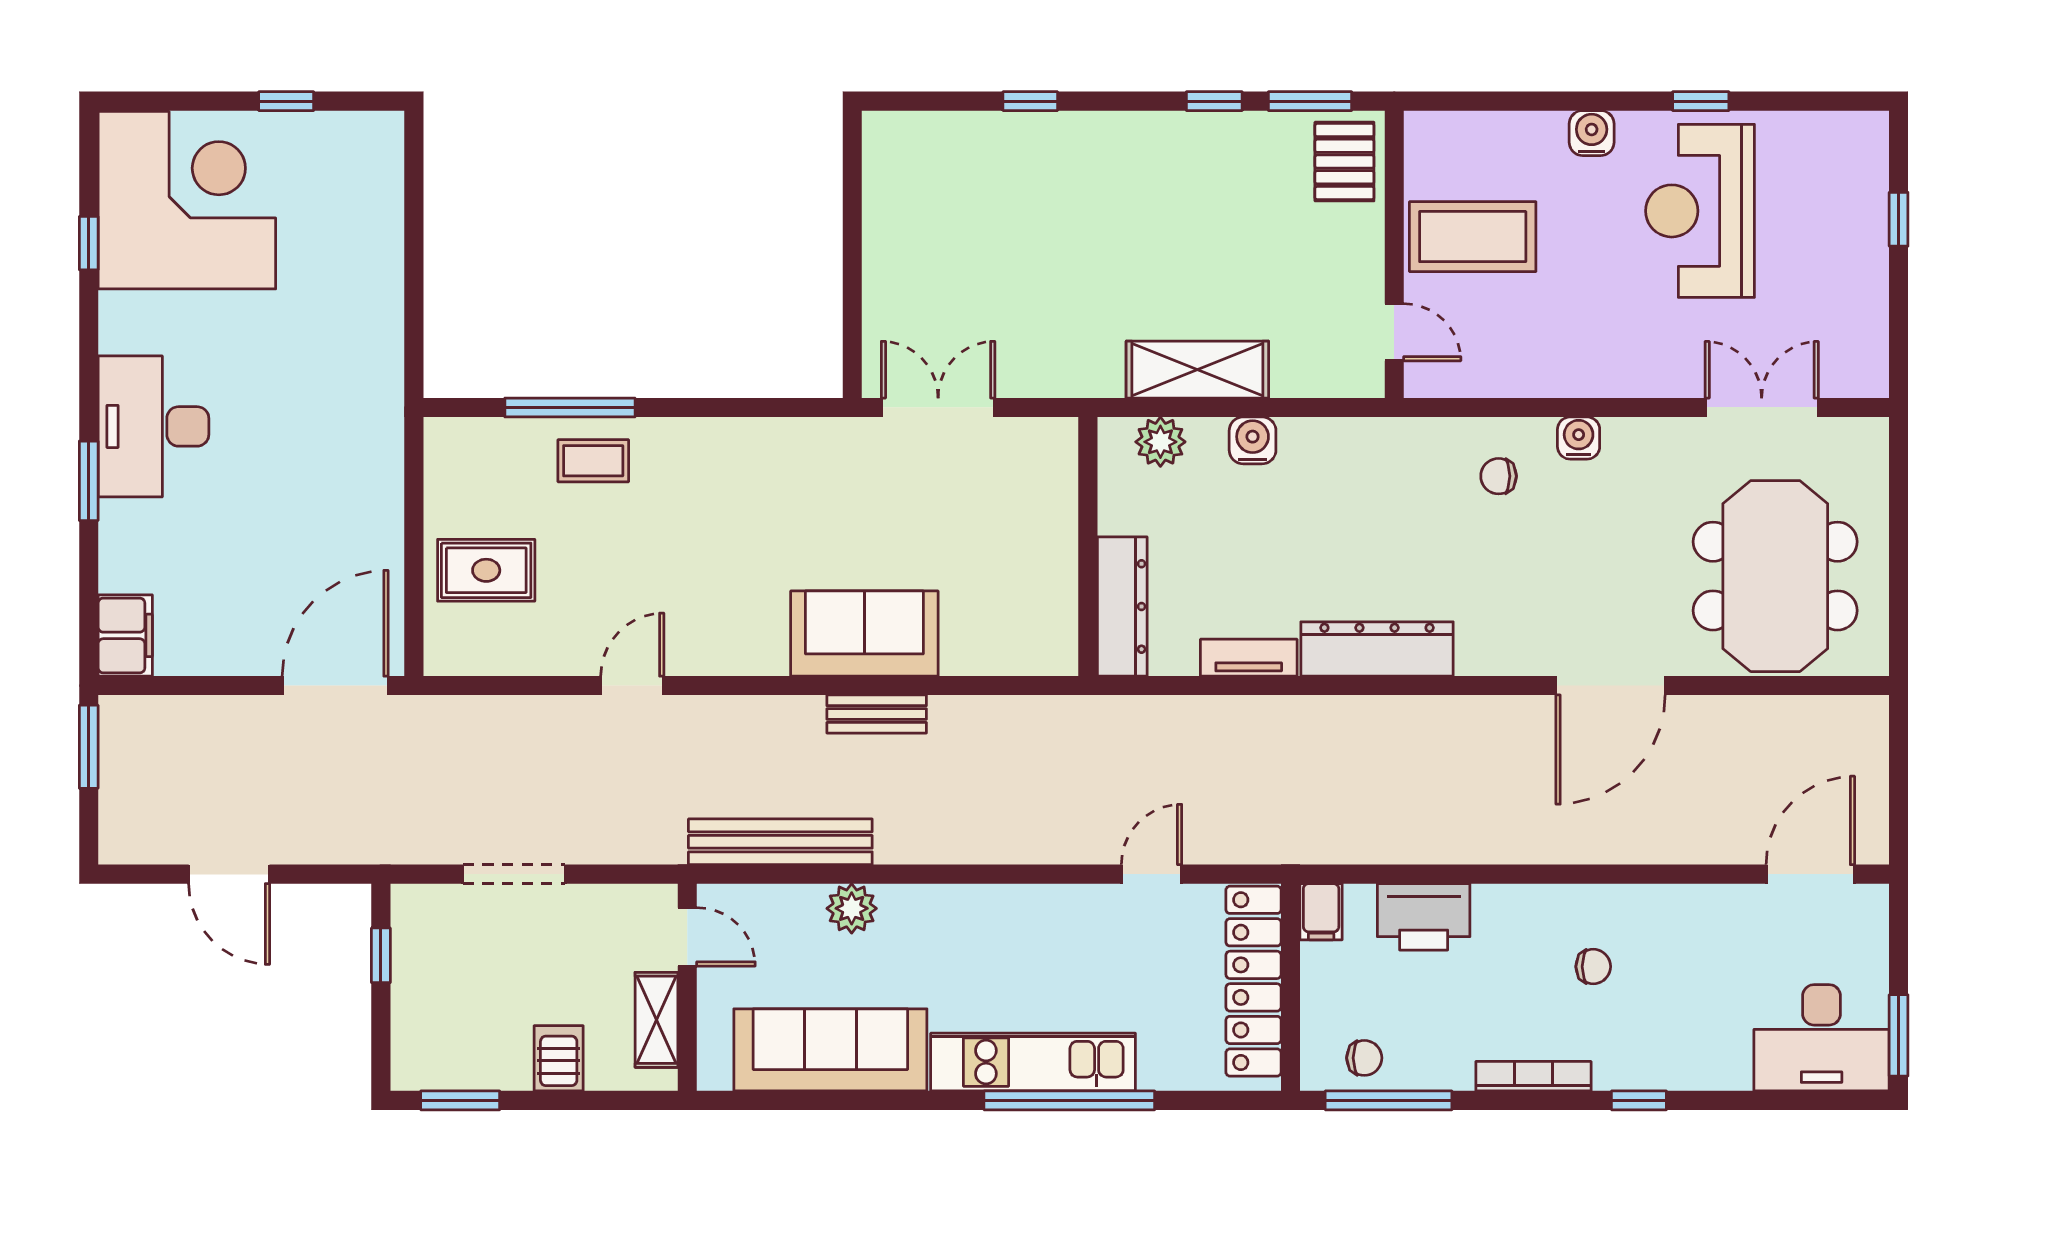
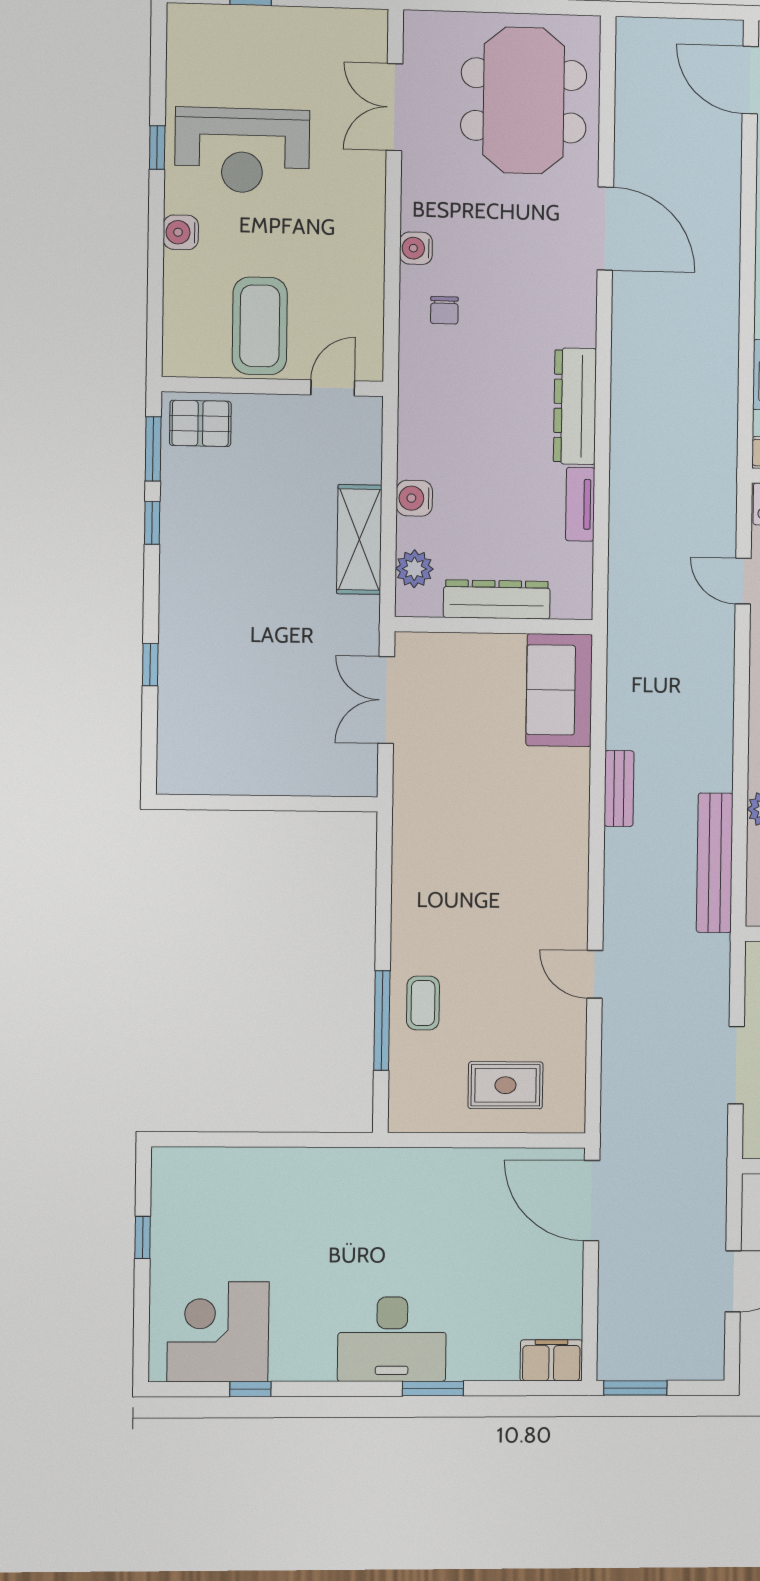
corner desk: (187, 200) -> (218, 1332), width x0.74, depth x0.74
double door: (938, 407) -> (386, 700), moved
rug: (486, 570) -> (505, 1085), turned 90
meeting table: (1775, 576) -> (524, 100), turned 90
dresser: (1122, 606) -> (497, 599), moved
sofa: (864, 634) -> (559, 690), moved

